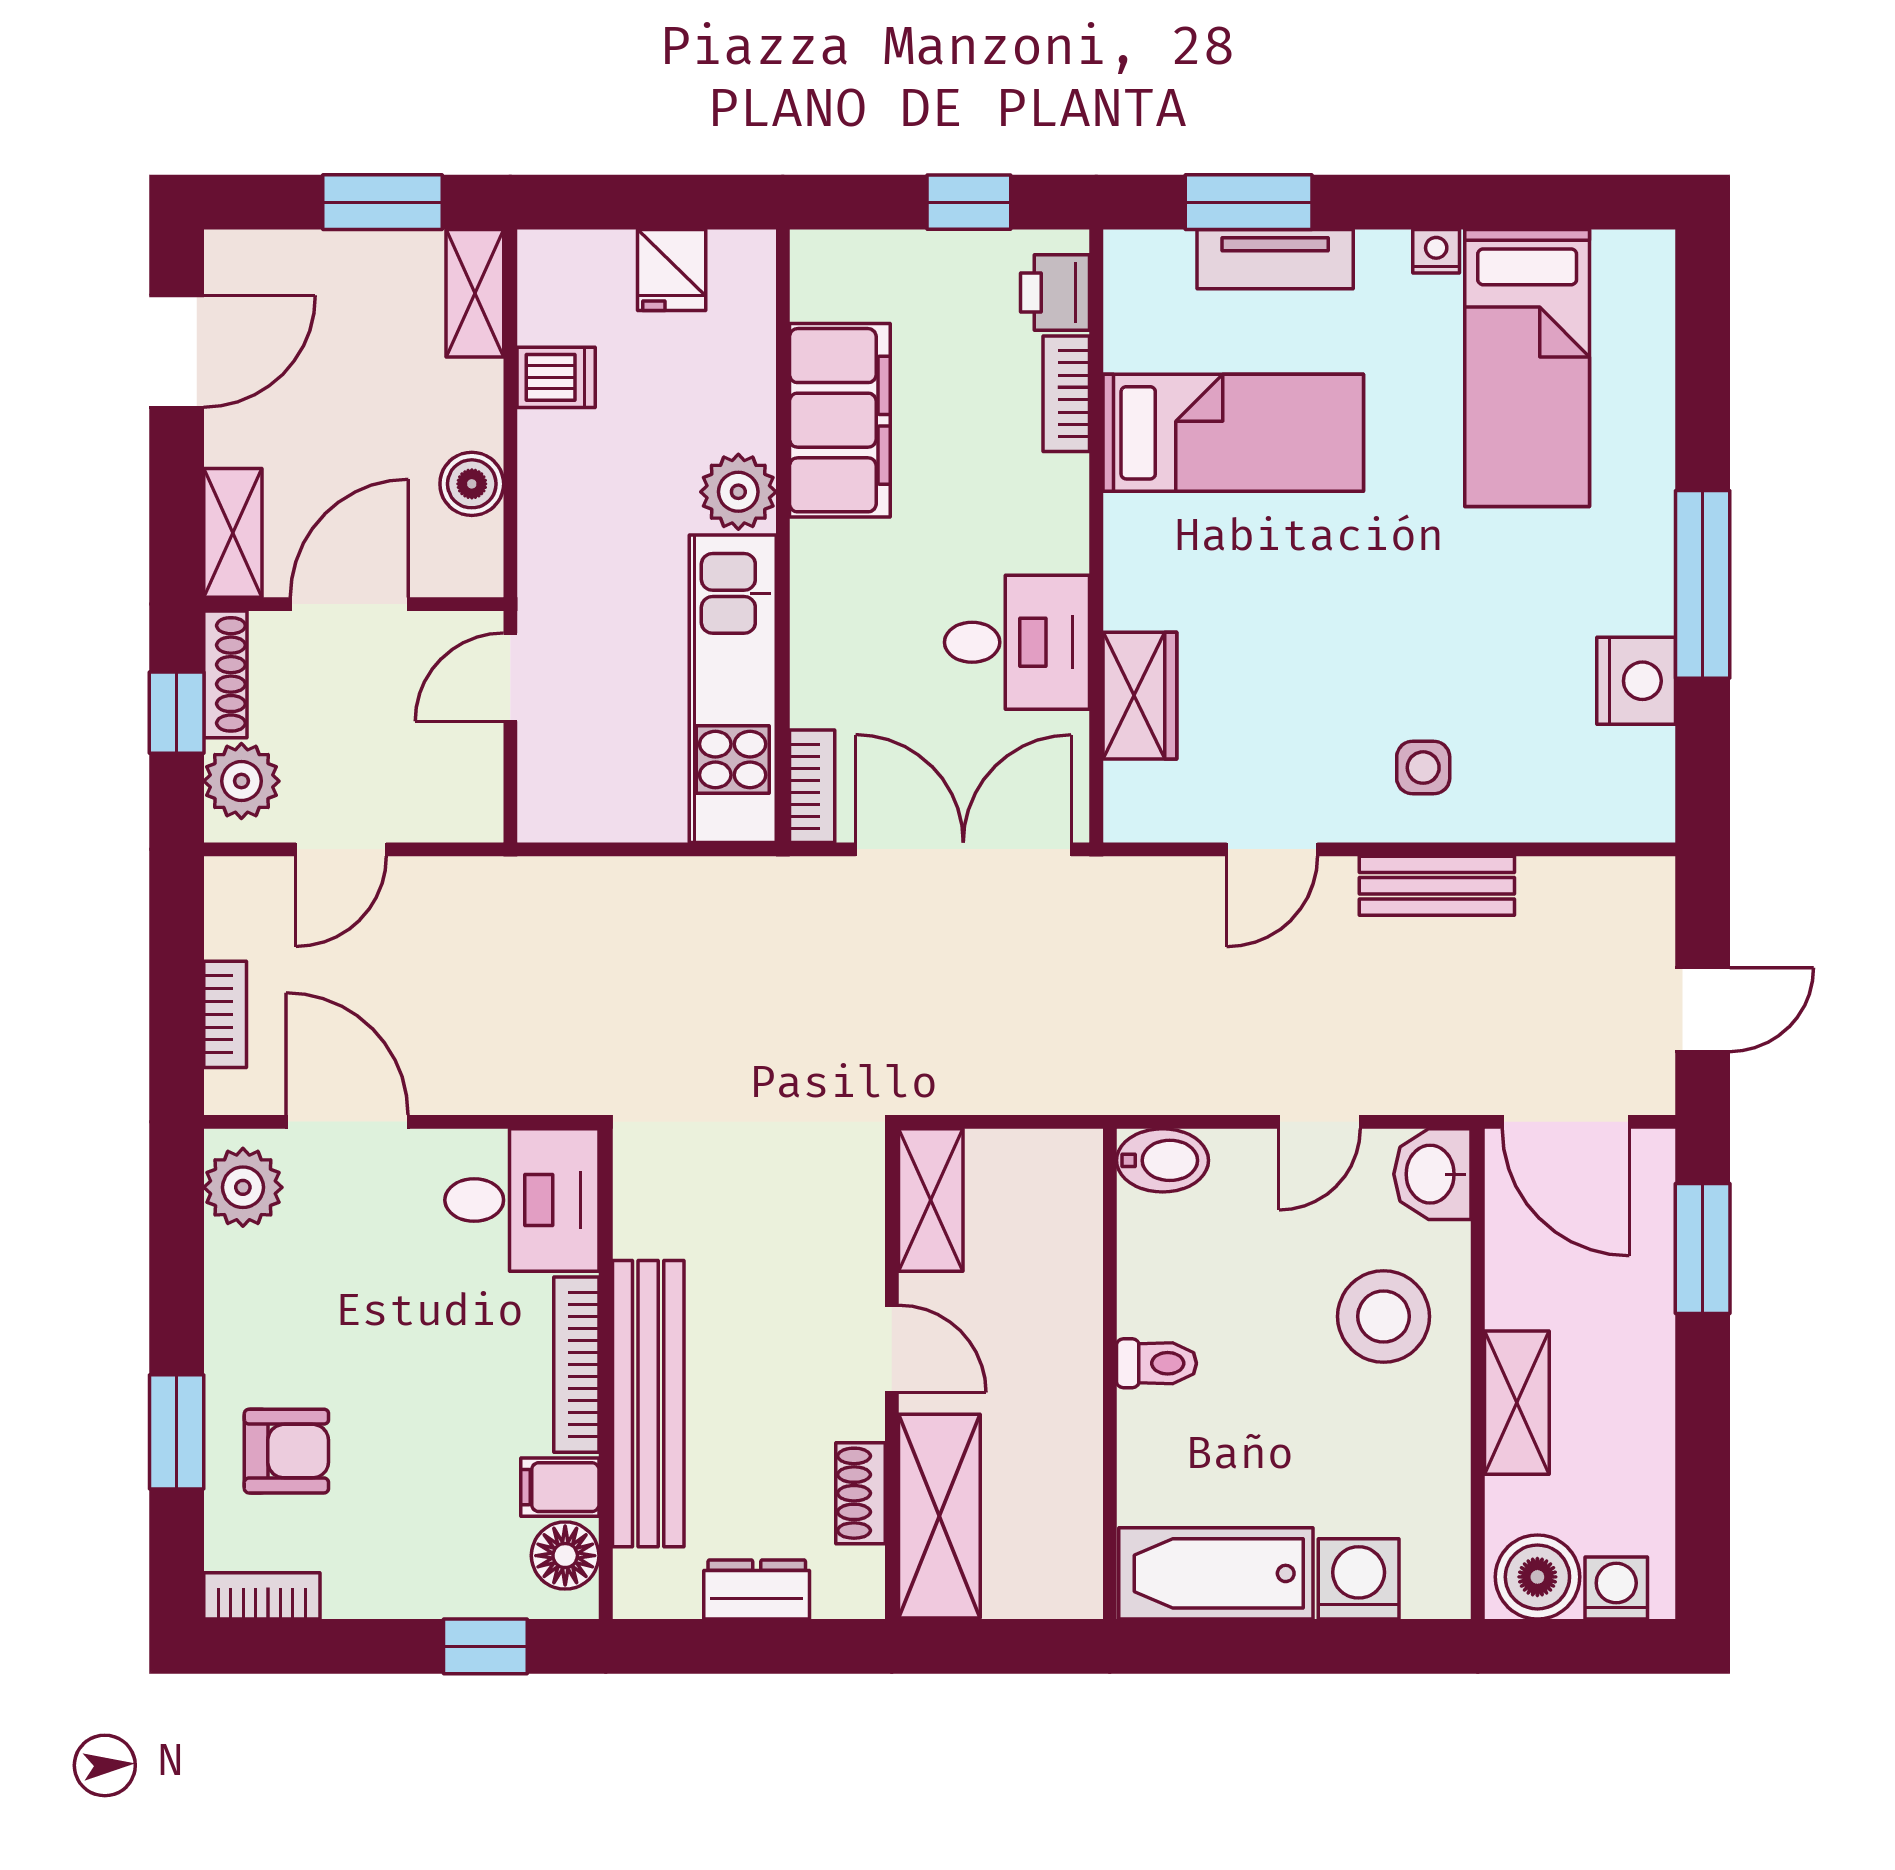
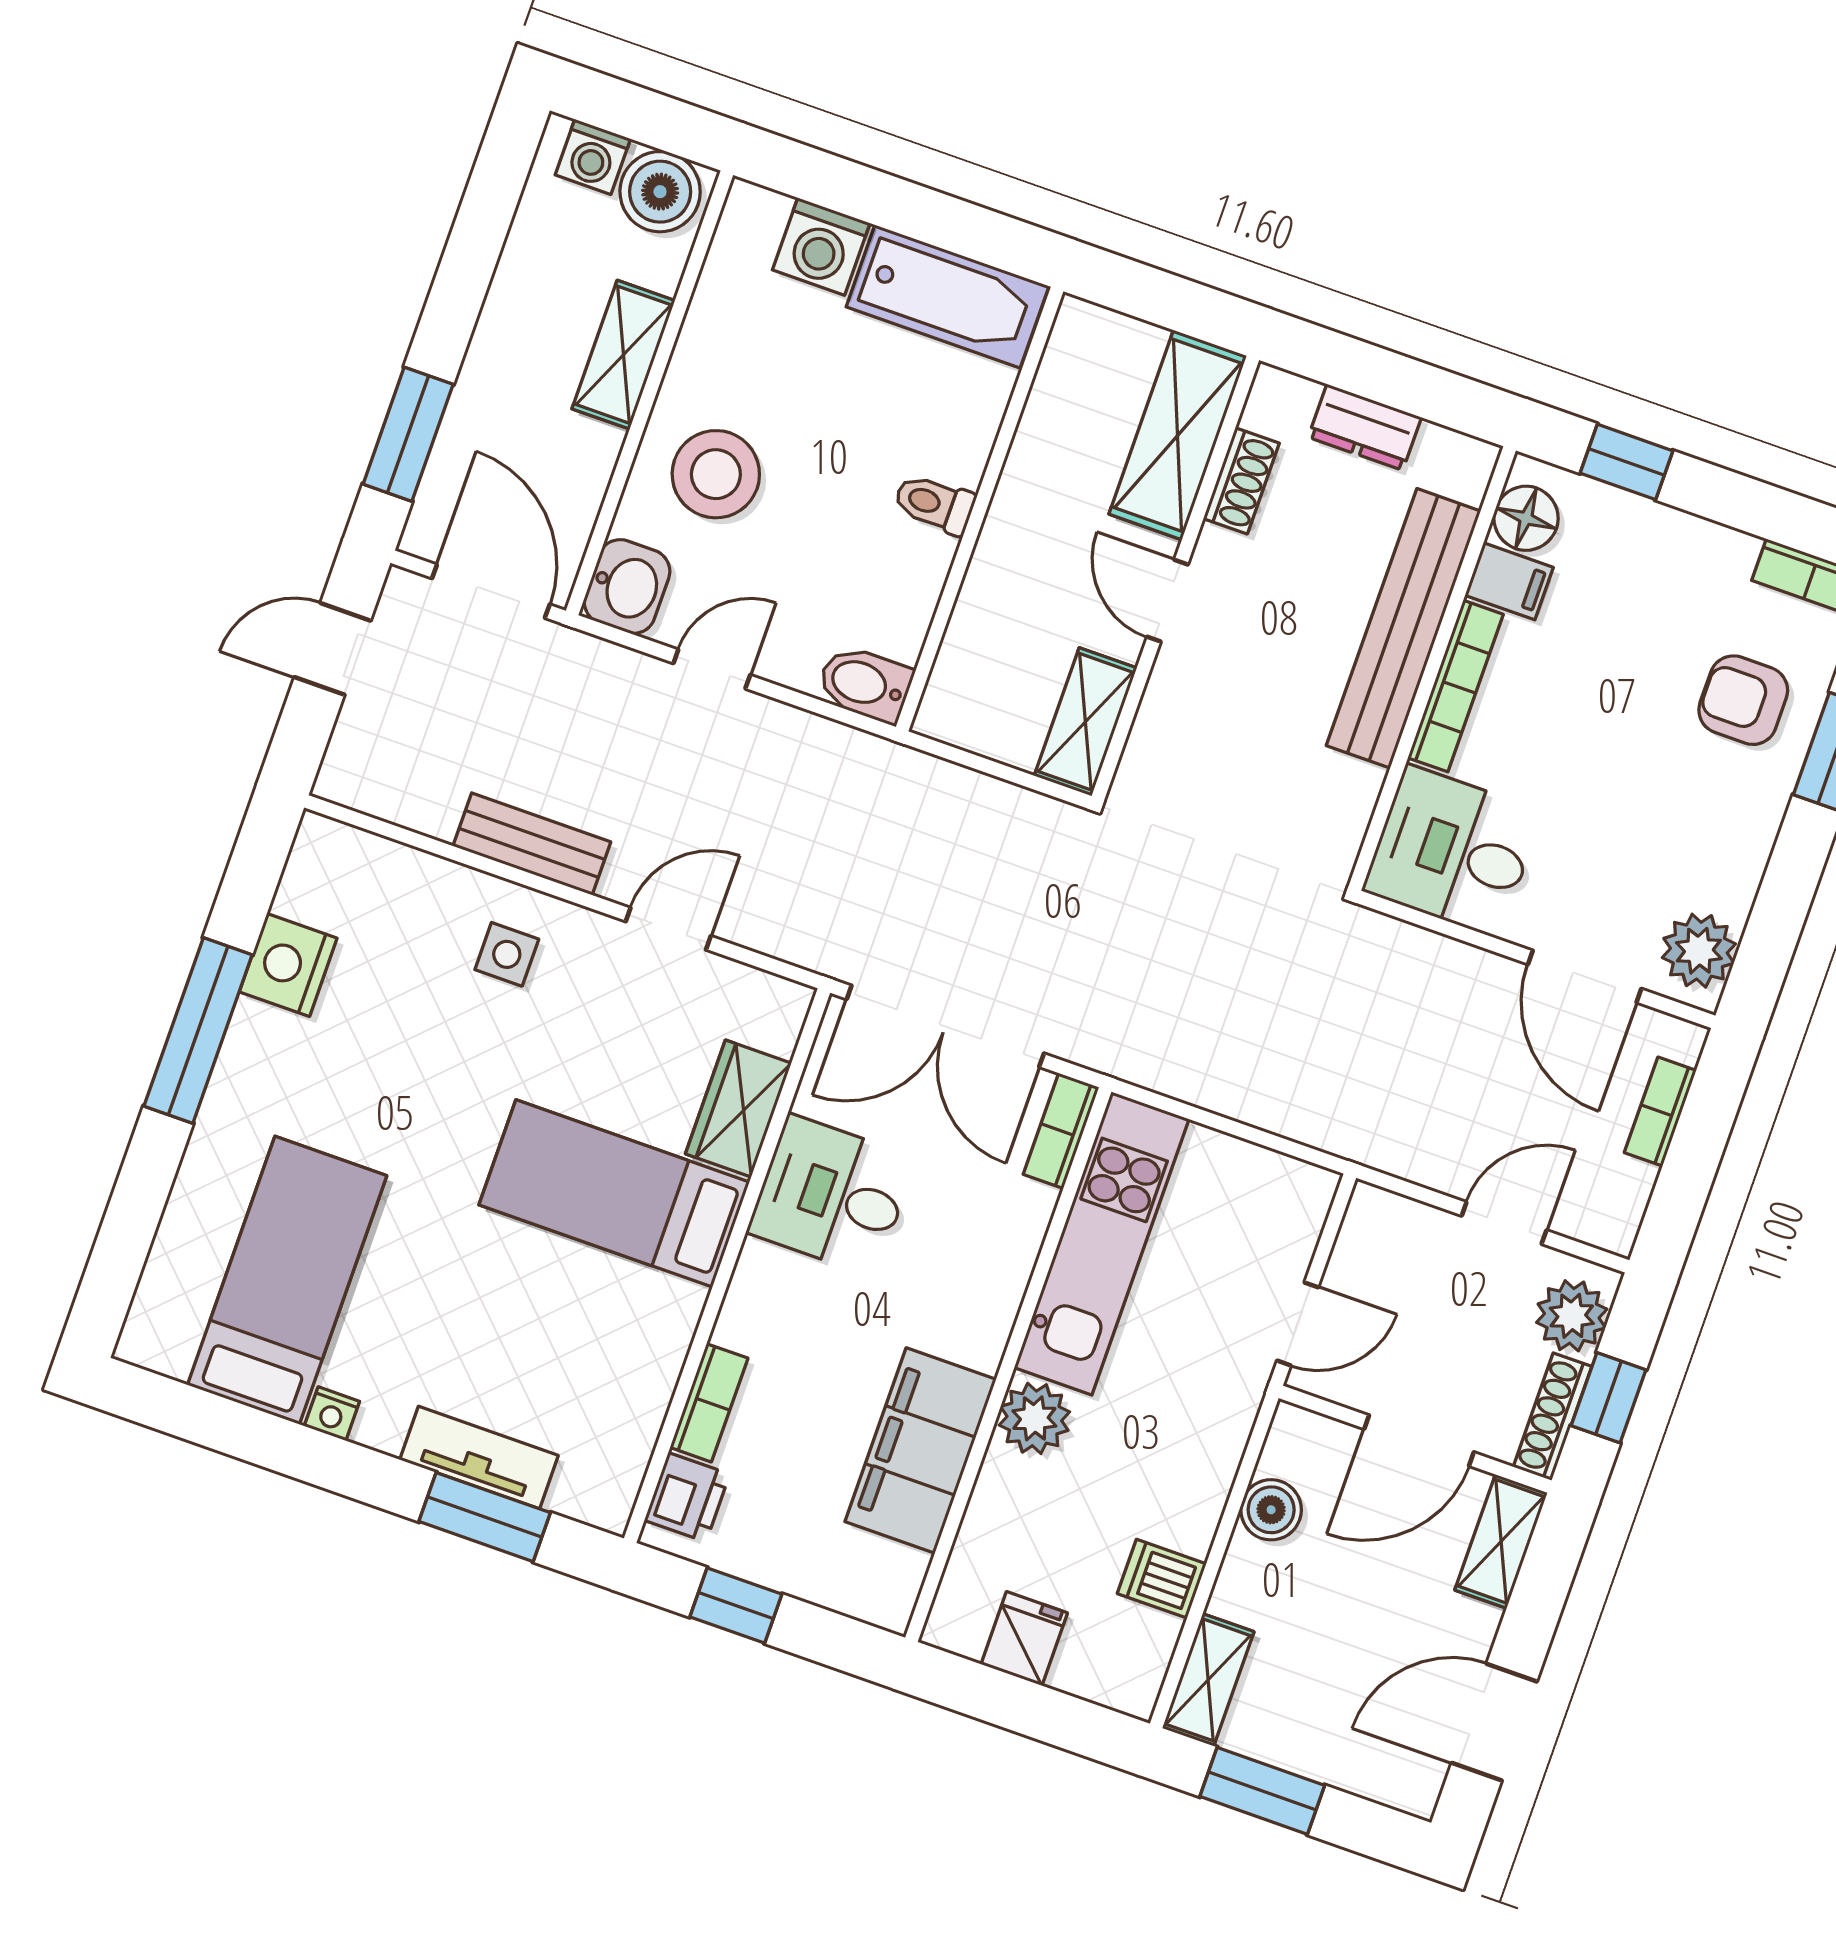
bed: (1233, 433) -> (614, 1193), moved

